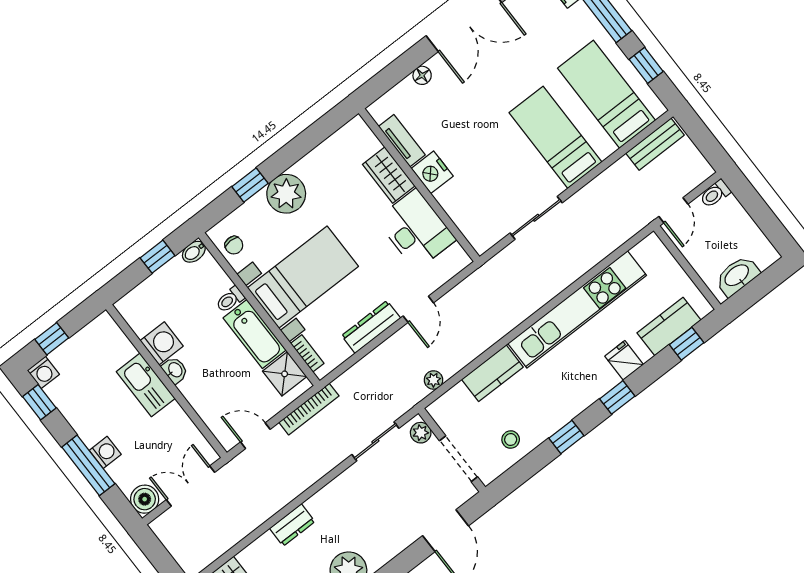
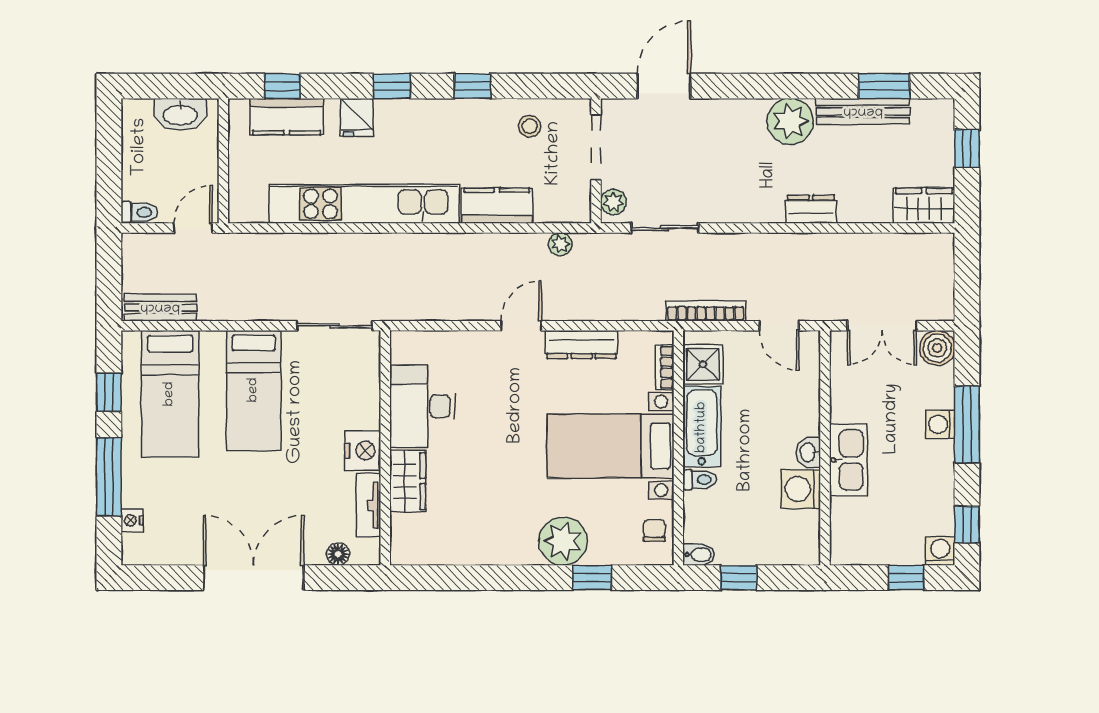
tv unit: (402, 141) -> (368, 505), moved
nightstand: (432, 172) -> (363, 451), moved
wardrobe: (389, 175) -> (408, 481), moved
wall: (419, 185) -> (385, 448), moved
desk: (416, 229) -> (422, 406), moved

